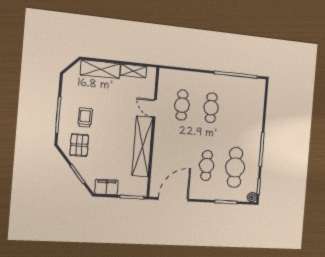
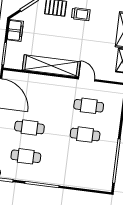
door: (155, 108) -> (87, 79), hinge flipped
cafe table: (235, 167) -> (26, 156), width x0.73, depth x0.74

